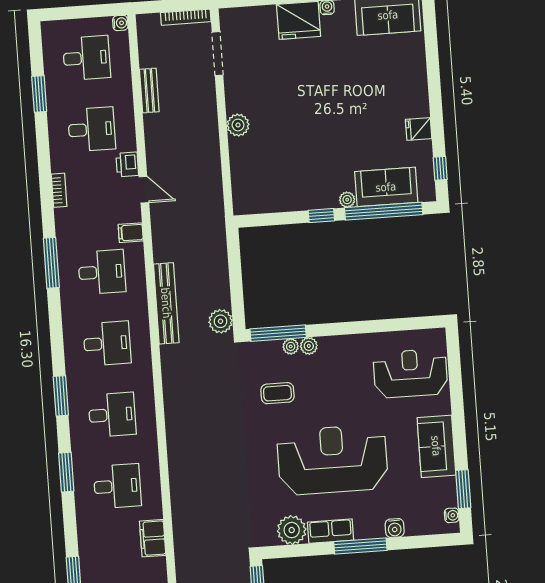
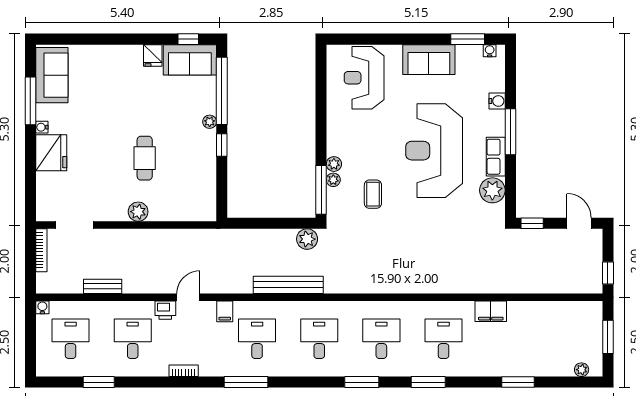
cafe table: (300, 128) -> (145, 158), added
sofa: (386, 187) -> (190, 60), moved, turned -90

